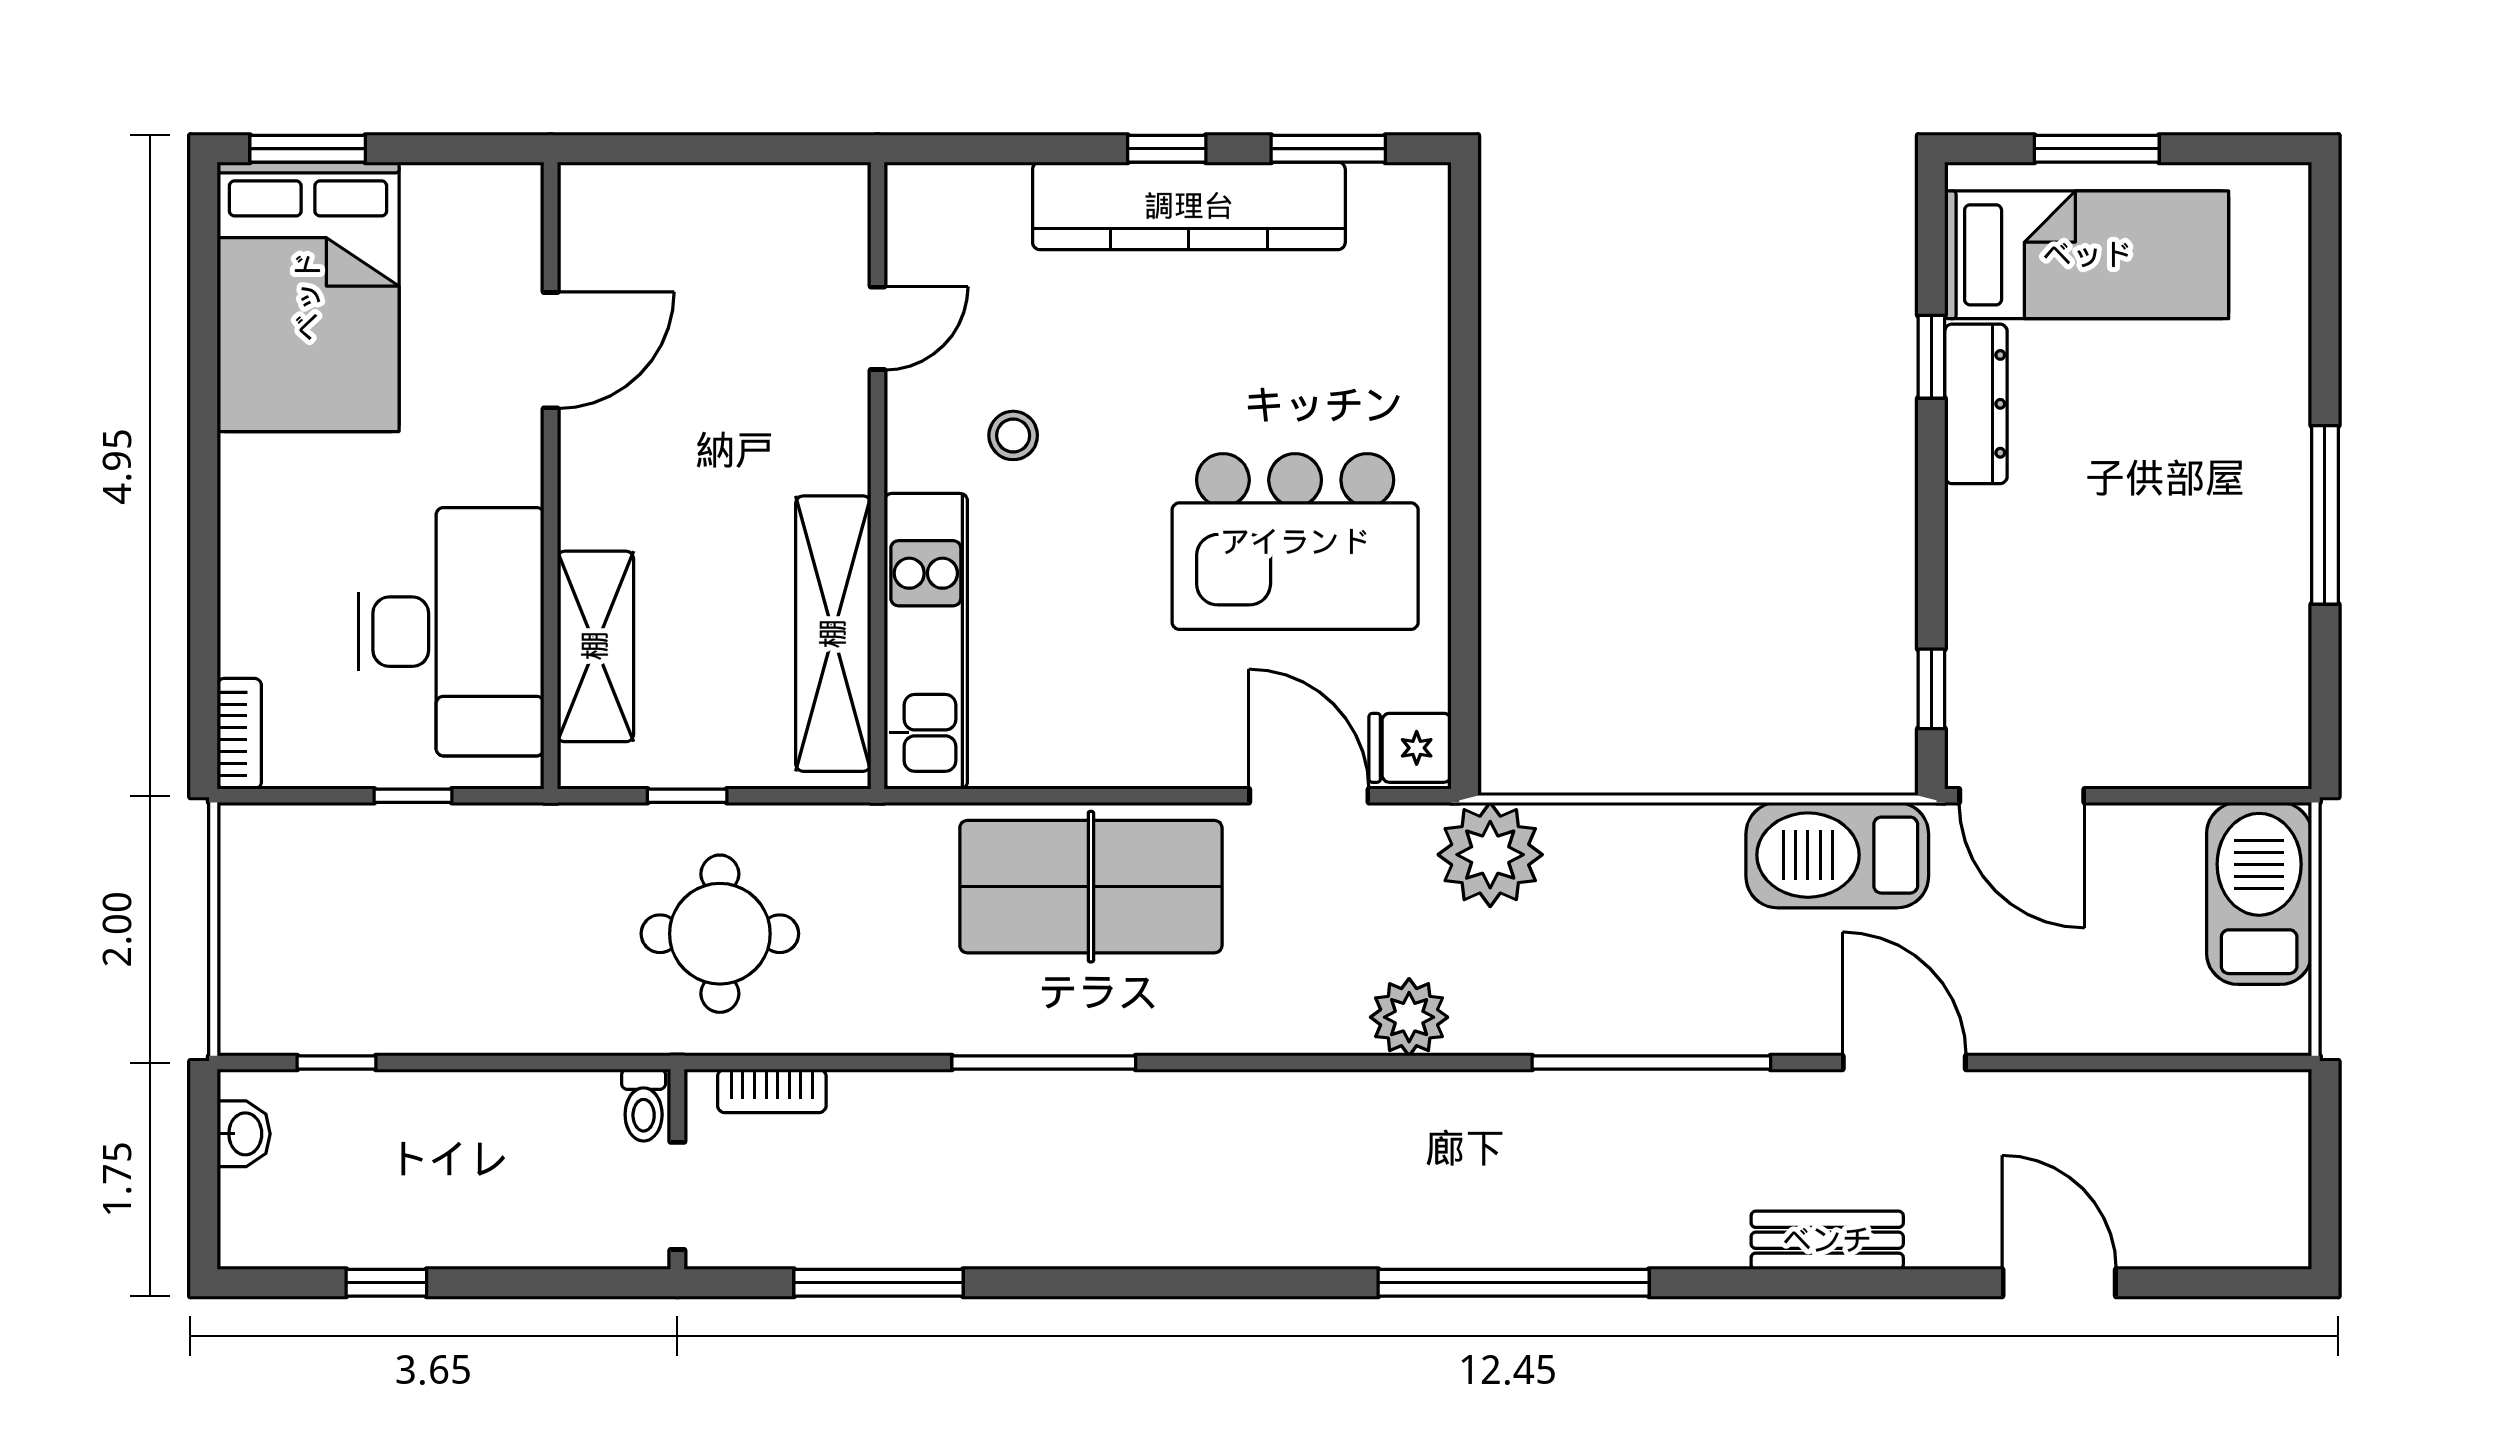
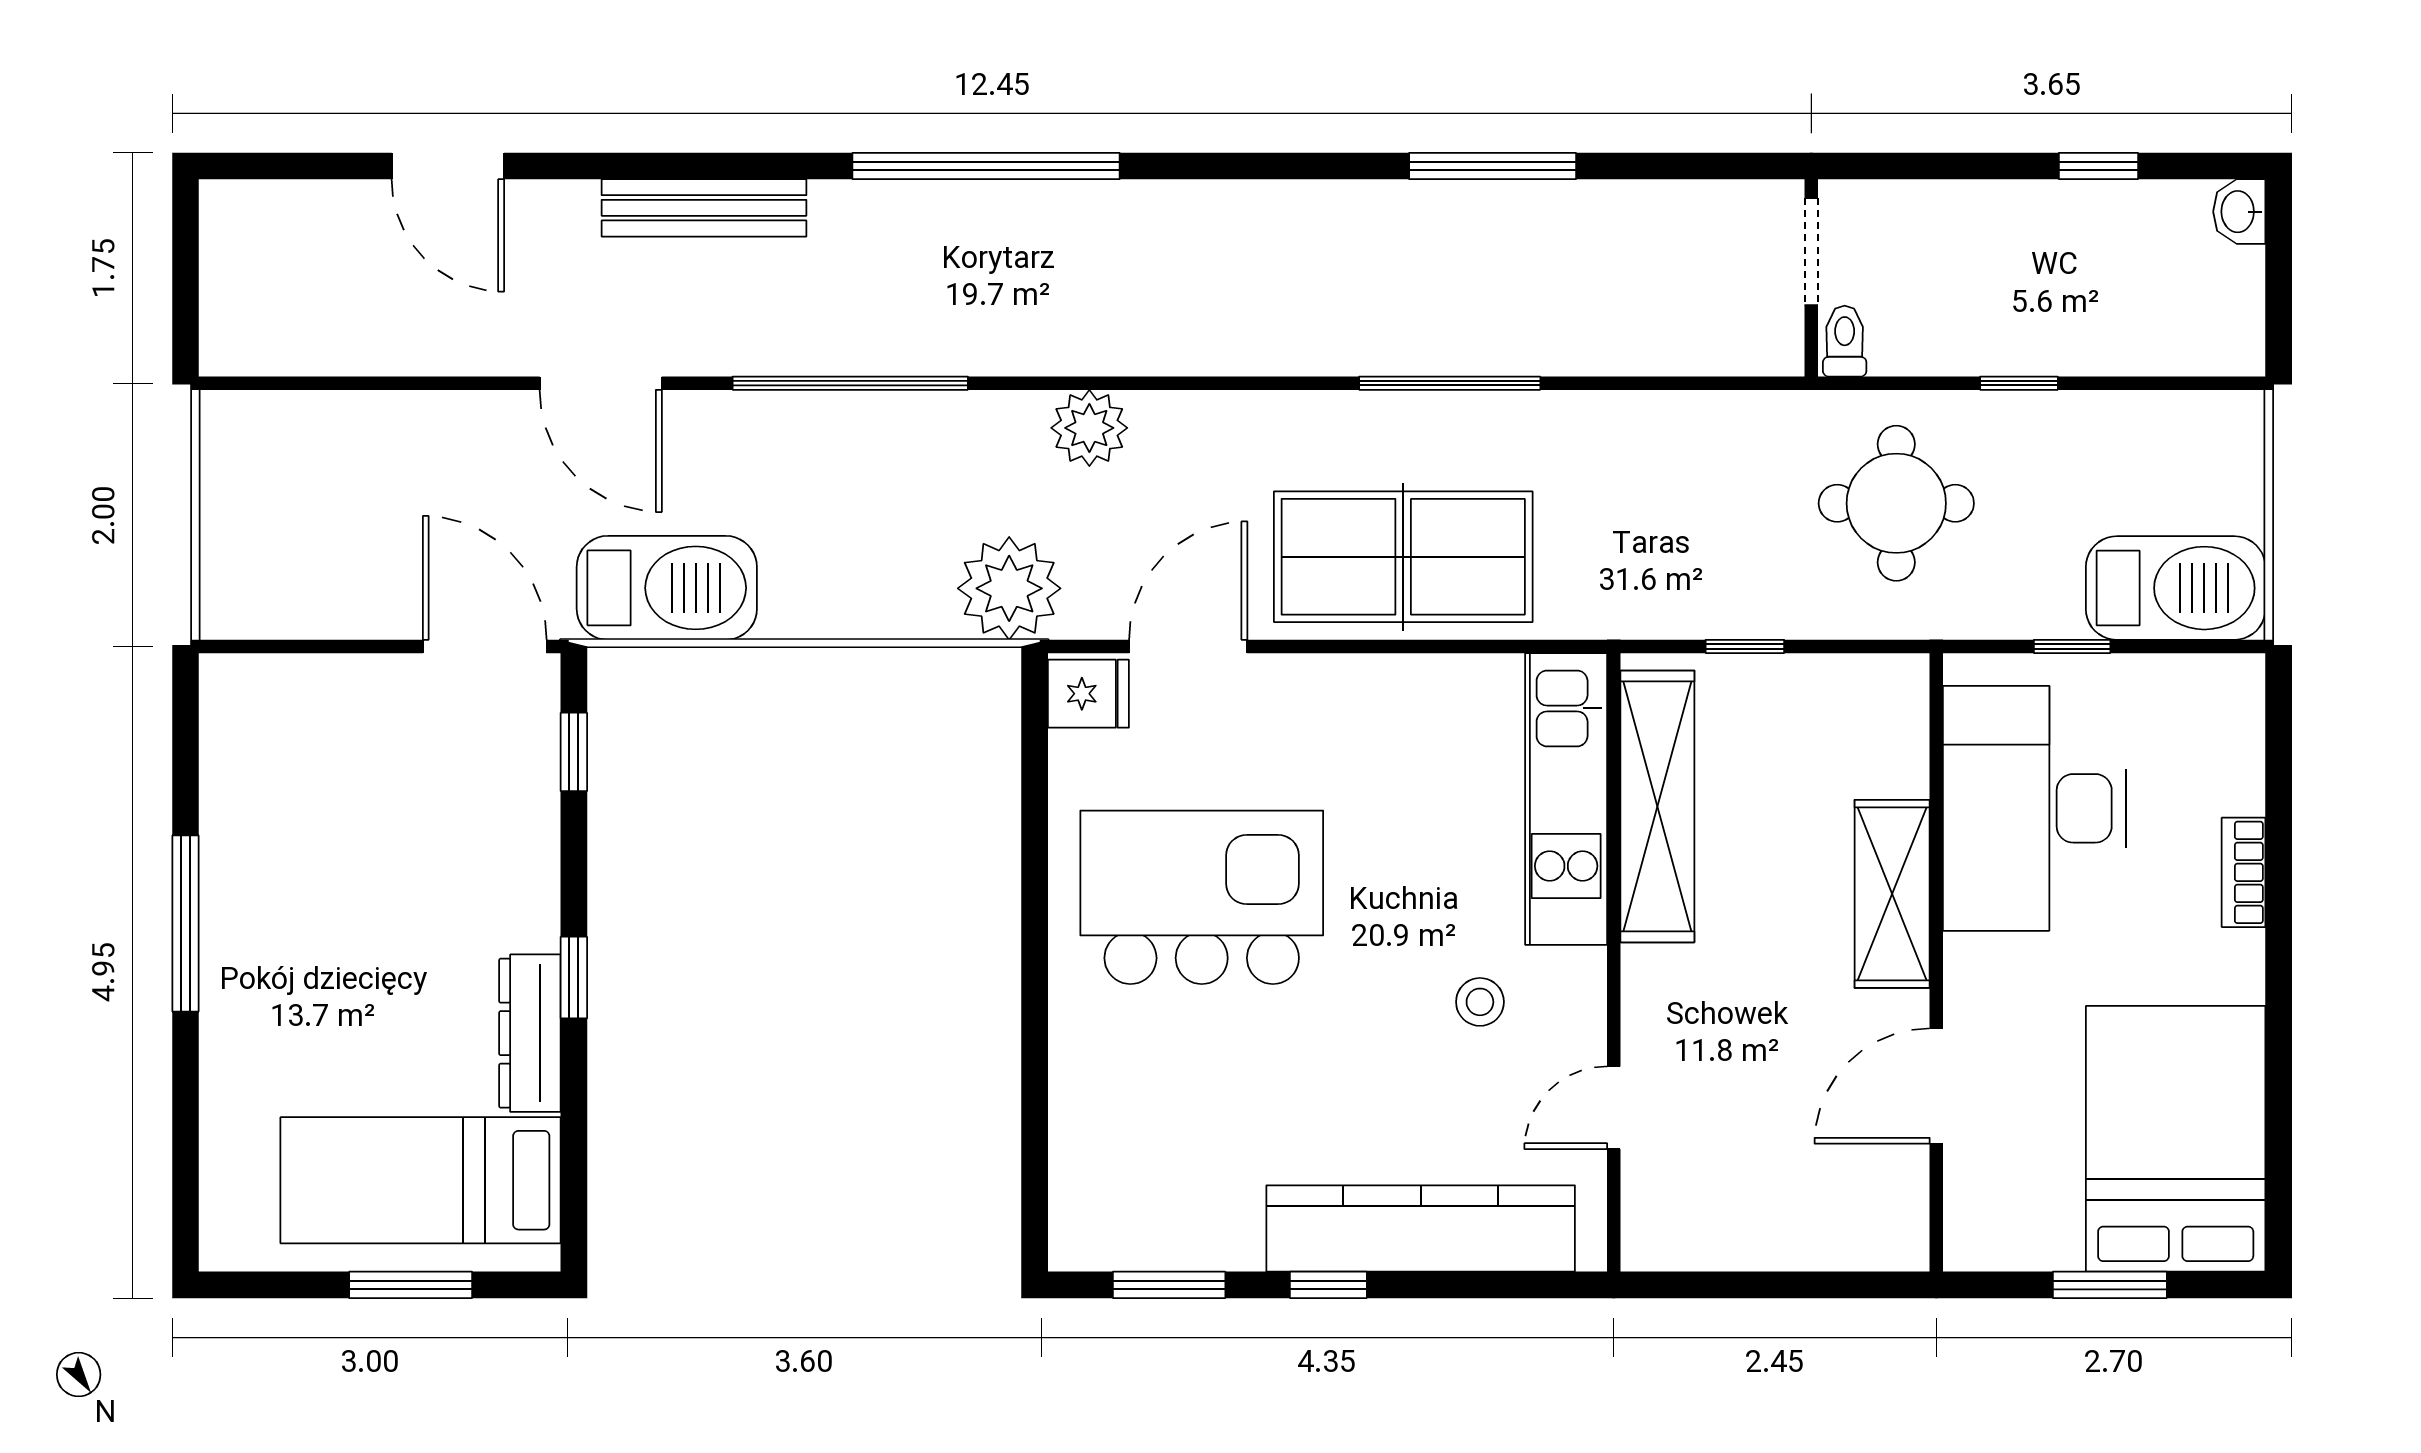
window: (308, 149) -> (2110, 1285), moved
kitchen counter: (1189, 206) -> (1421, 1229), moved
window: (1931, 357) -> (574, 978), moved
shelving: (595, 646) -> (1892, 894), moved
bookcase: (239, 734) -> (2244, 872), moved
window: (687, 796) -> (1745, 646), moved
door: (1309, 796) -> (1188, 646), swing flipped
barbecue: (2259, 893) -> (2176, 588), moved, turned -90
round table: (720, 934) -> (1896, 503), moved
window: (337, 1063) -> (2019, 383), moved
bookcase: (772, 1091) -> (1718, 355), removed
washbasin: (244, 1134) -> (2239, 212), moved
bench: (1827, 1240) -> (704, 208), width x1.36
window: (878, 1283) -> (1493, 166), moved

